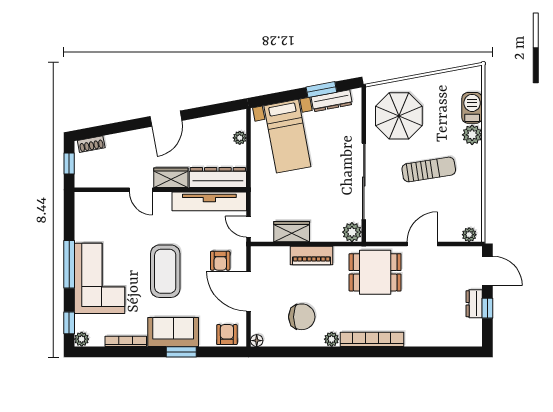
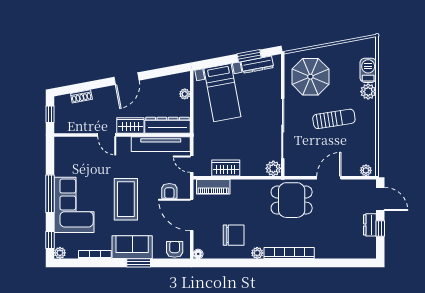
shoe rack: (91, 144) -> (81, 96), moved
piano: (312, 255) -> (213, 187), moved

